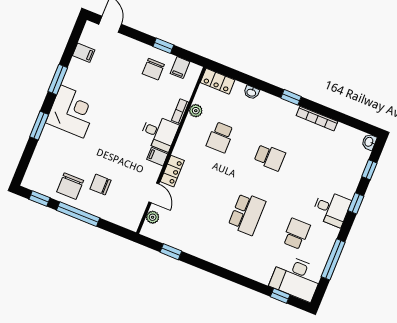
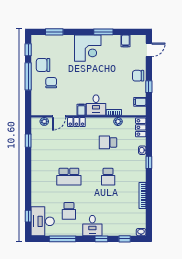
chair: (153, 69) -> (138, 76), moved
window: (291, 97) -> (149, 162), moved
window: (39, 126) -> (54, 32), moved
school desk: (296, 234) -> (69, 211), turned 90

